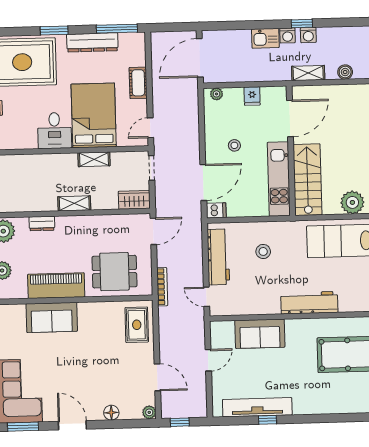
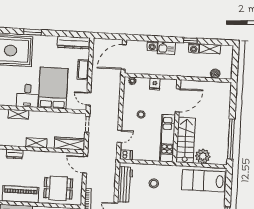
window: (117, 29) -> (72, 34), removed
washing machine: (288, 35) -> (152, 46), moved
dresser: (92, 42) -> (74, 43), moved
shelving: (308, 73) -> (210, 49), moved
door: (150, 128) -> (89, 99), hinge flipped
shelving: (94, 159) -> (18, 114), moved
door: (203, 182) -> (119, 136), width x0.53
wardrobe: (134, 200) -> (70, 144), width x1.50
plant: (352, 202) -> (203, 156), moved
door: (153, 231) -> (85, 165), swing flipped

